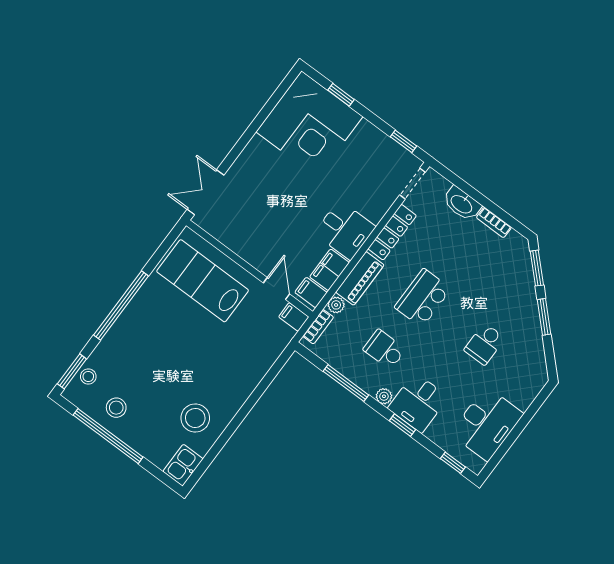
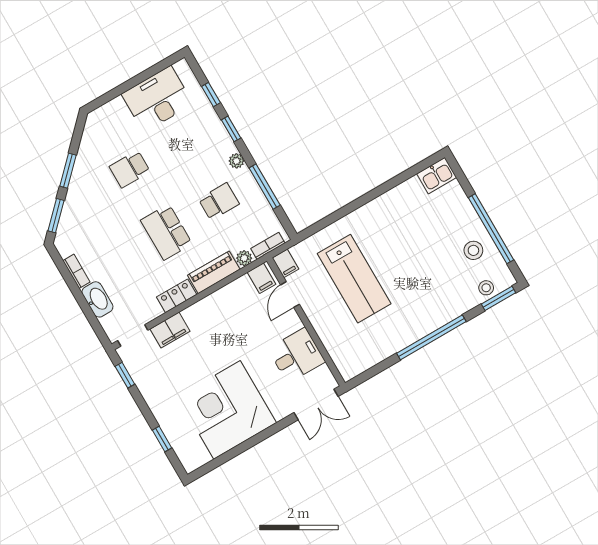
corner desk: (309, 124) -> (227, 410), moved, turned -90
desk: (345, 230) -> (296, 355), moved, turned 90
locker: (392, 232) -> (177, 296), width x0.66
filing cabinet: (330, 270) -> (170, 330), moved
lab bench: (203, 281) -> (354, 279), moved
school desk: (423, 298) -> (166, 232), turned 90
school desk: (484, 344) -> (130, 169), turned 180
school desk: (384, 349) -> (219, 202), turned -90
desk: (418, 403) -> (209, 143), removed
stool: (195, 418) -> (409, 212), removed
window: (453, 463) -> (211, 94), moved

